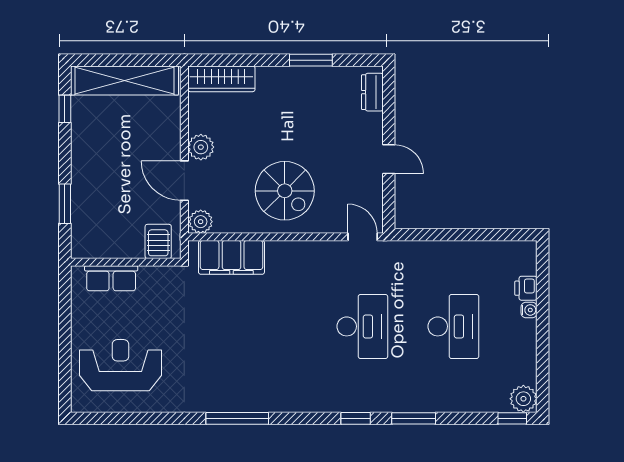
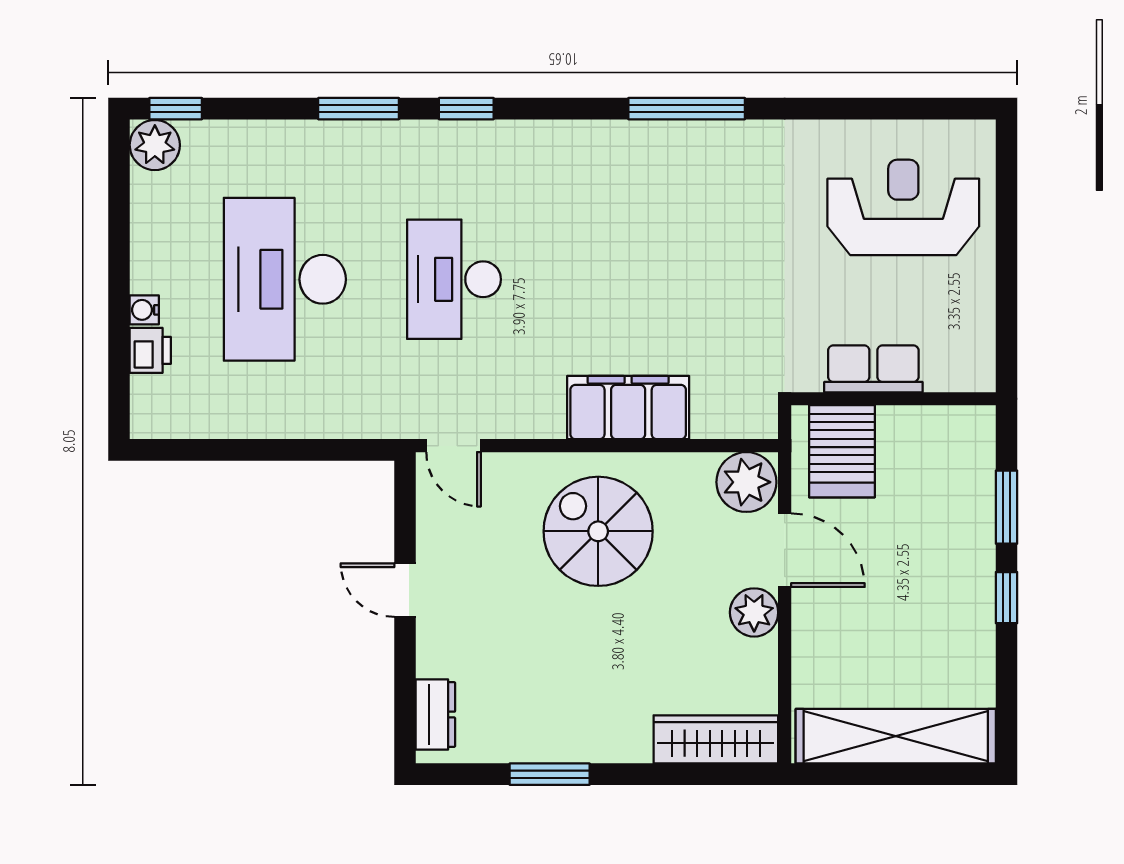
window: (65, 109) -> (1006, 598), moved
plant: (201, 222) -> (746, 482), width x1.36, depth x1.36
server rack: (158, 241) -> (842, 451), width x1.36, depth x1.44
filing cabinet: (231, 257) -> (628, 408), moved
row of seats: (111, 278) -> (873, 369), moved
desk: (453, 326) -> (285, 279), width x1.36, depth x1.30
reception desk: (120, 365) -> (903, 207), turned 180

